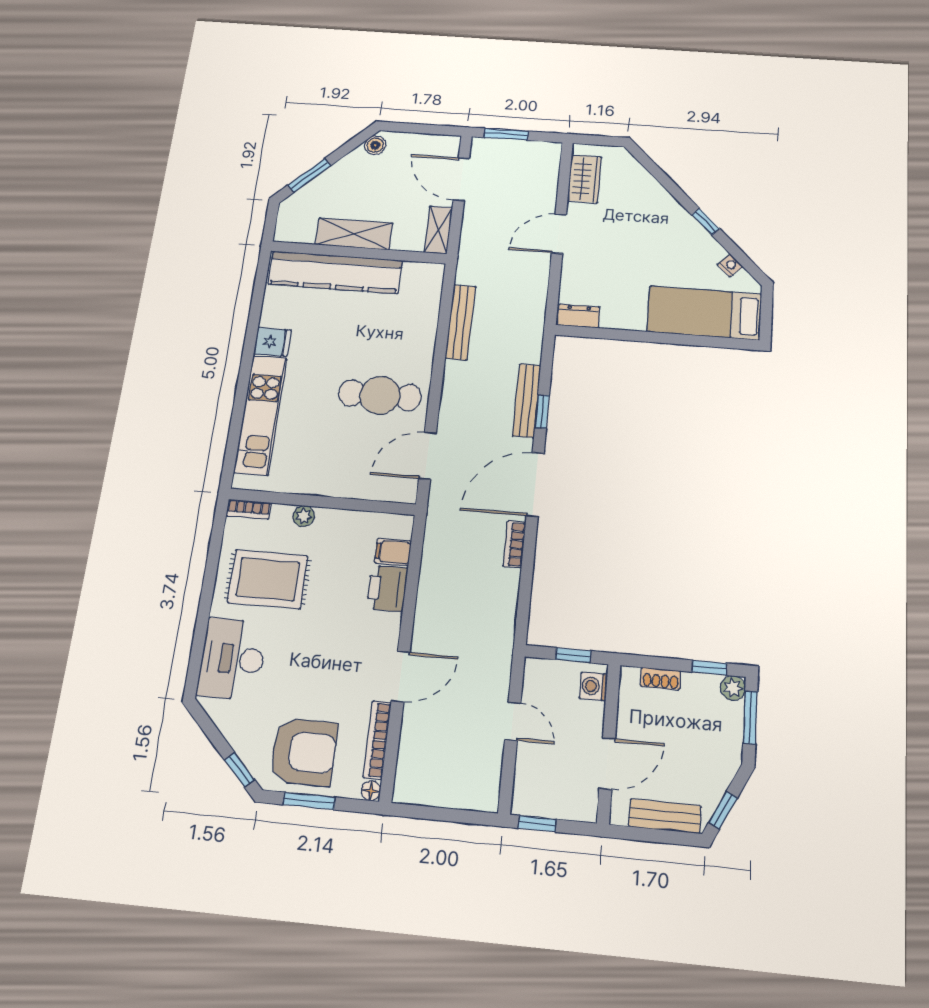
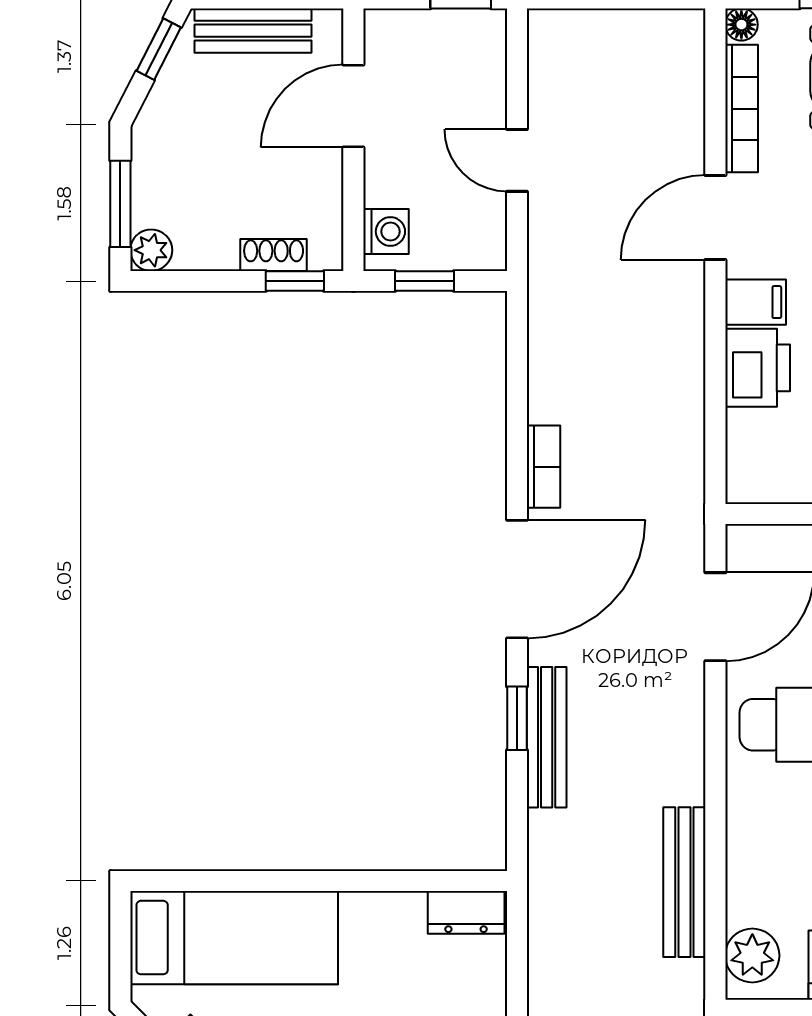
plant: (429, 284) -> (752, 956), added
filing cabinet: (393, 552) -> (756, 302), moved
window: (709, 668) -> (295, 281), moved

